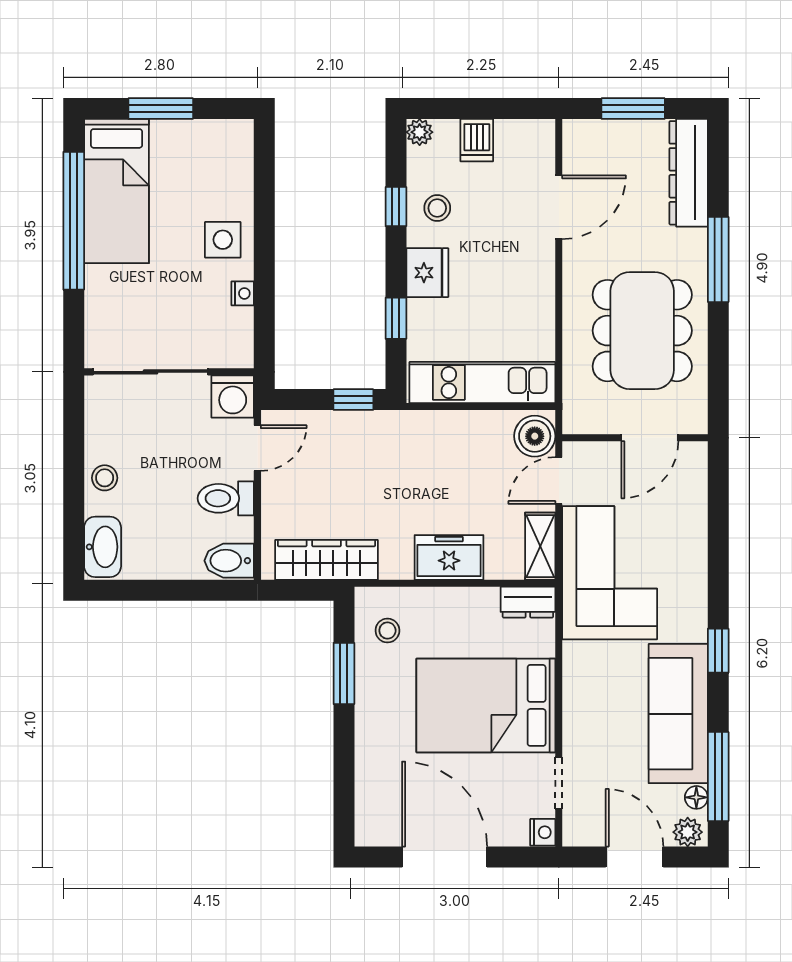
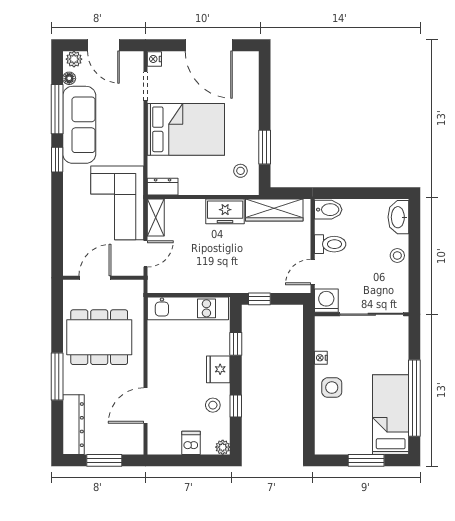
dining table: (642, 331) -> (99, 337), turned 90
boiler: (535, 436) -> (159, 279), removed
freezer: (449, 557) -> (225, 211), moved
window: (718, 776) -> (57, 109), moved

